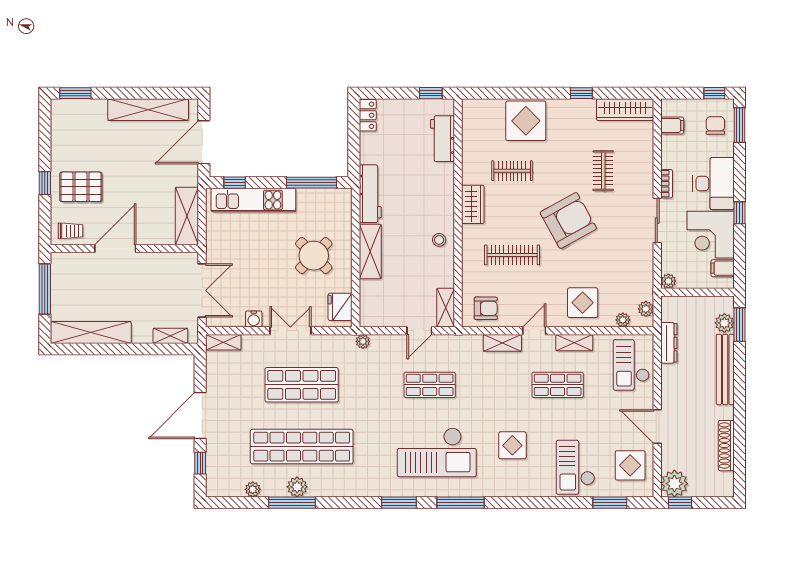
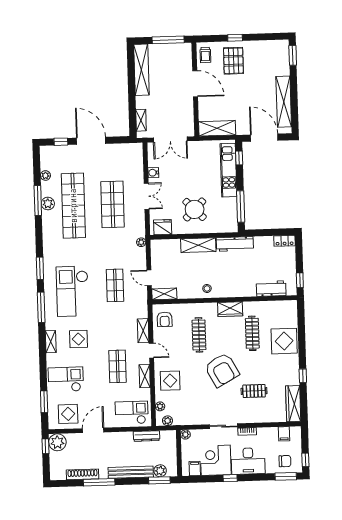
clothes rail: (512, 171) -> (252, 333), width x1.36
shelving: (223, 342) -> (51, 342), moved
window: (739, 420) -> (99, 482), added

